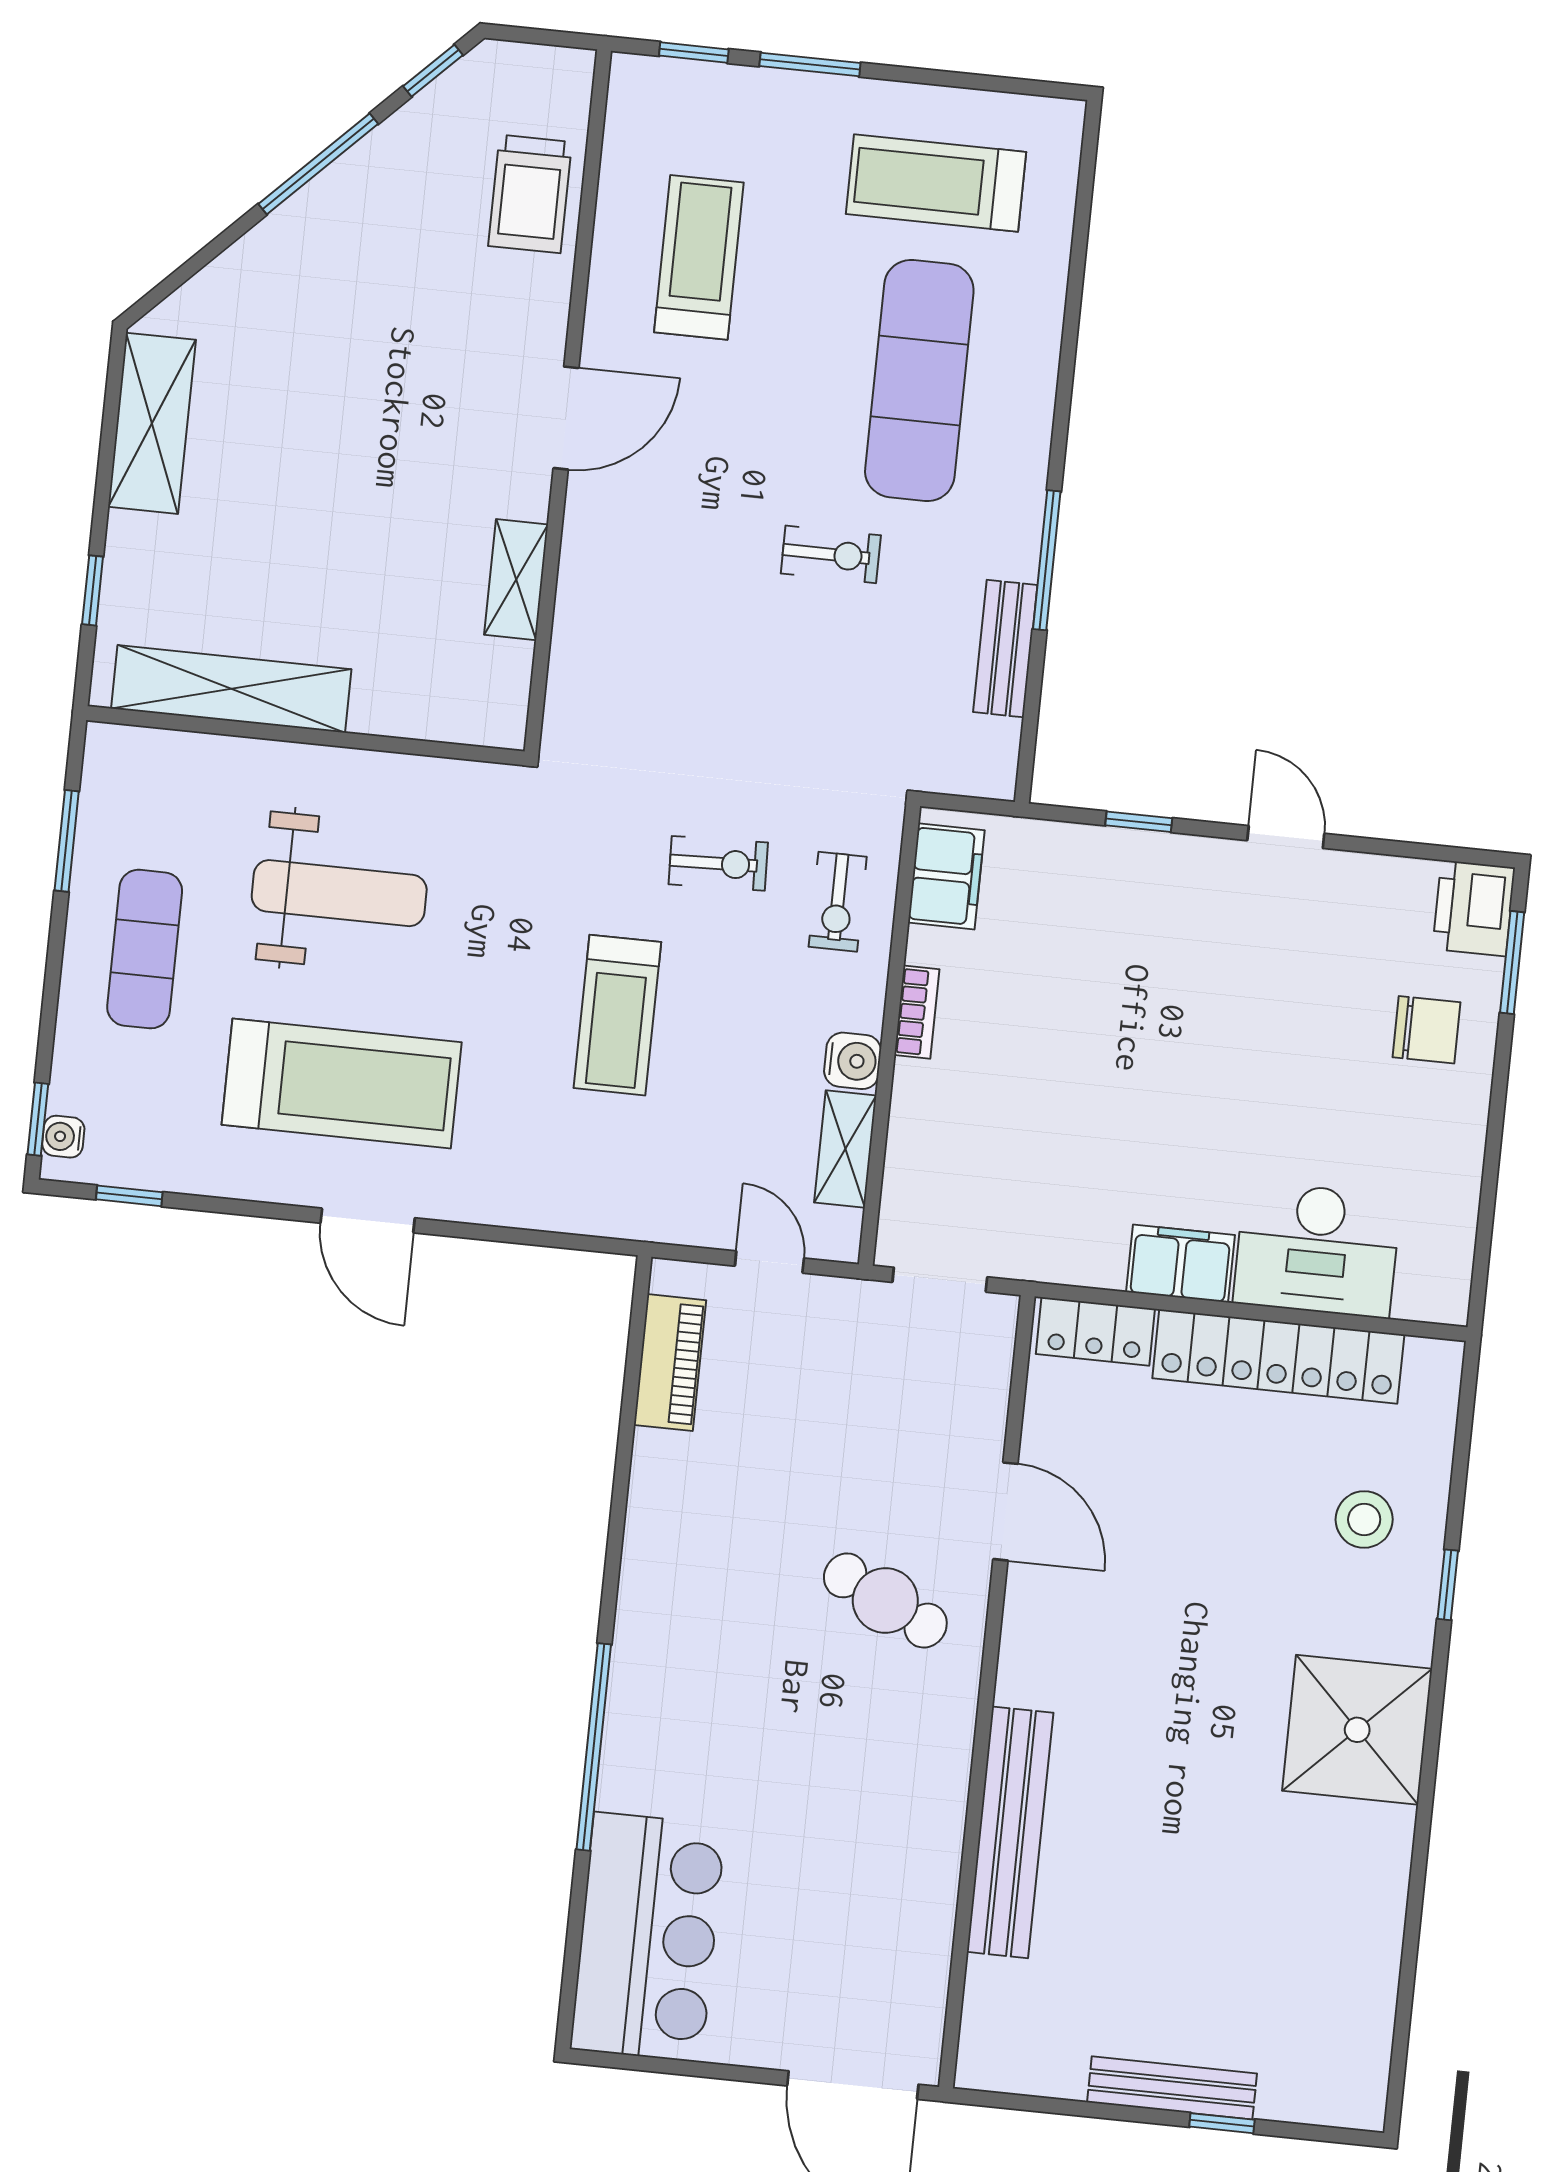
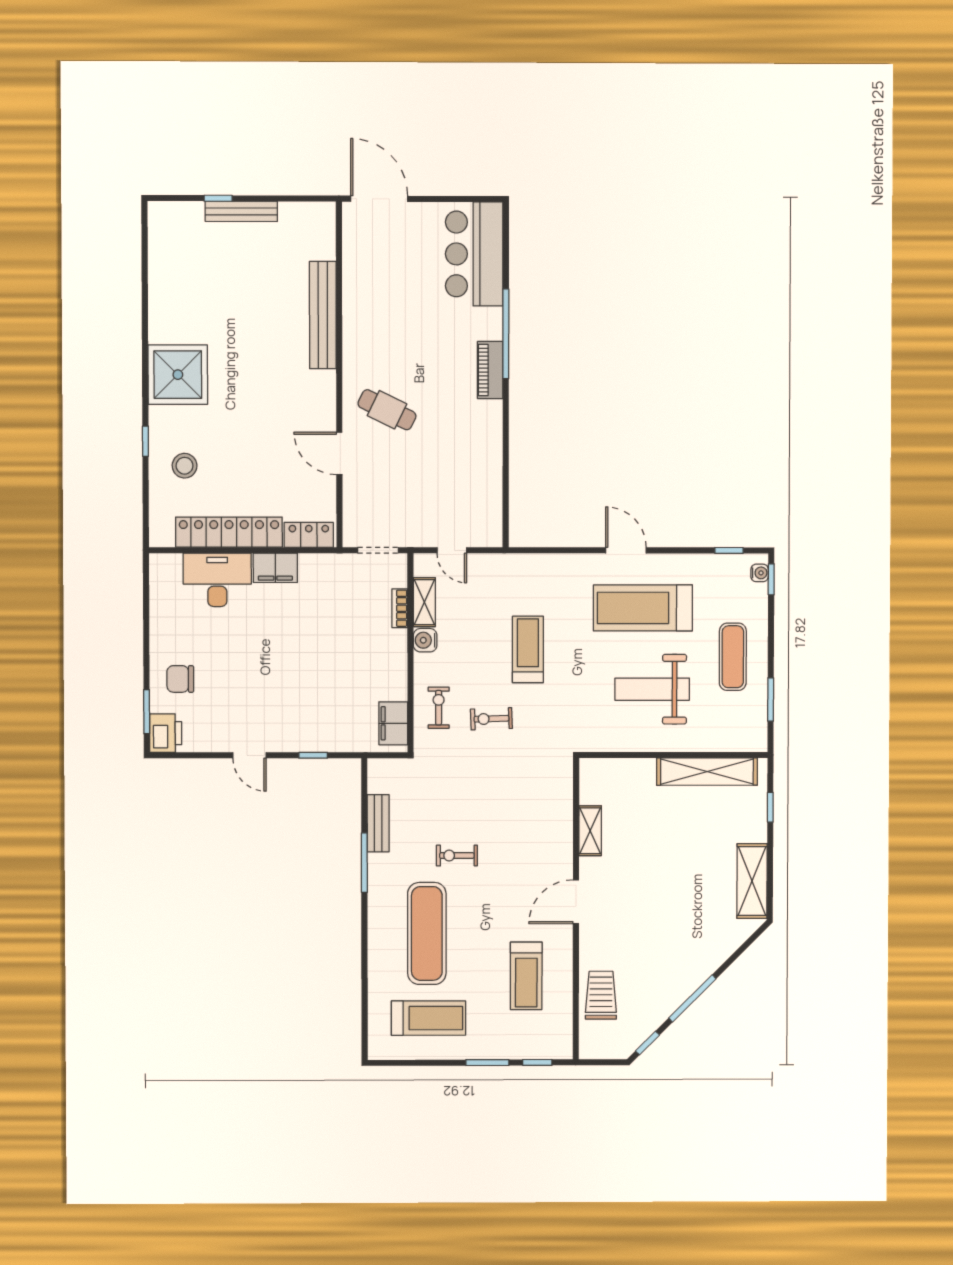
bookcase: (917, 1012) -> (400, 608), moved
piano: (670, 1363) -> (490, 370), moved

